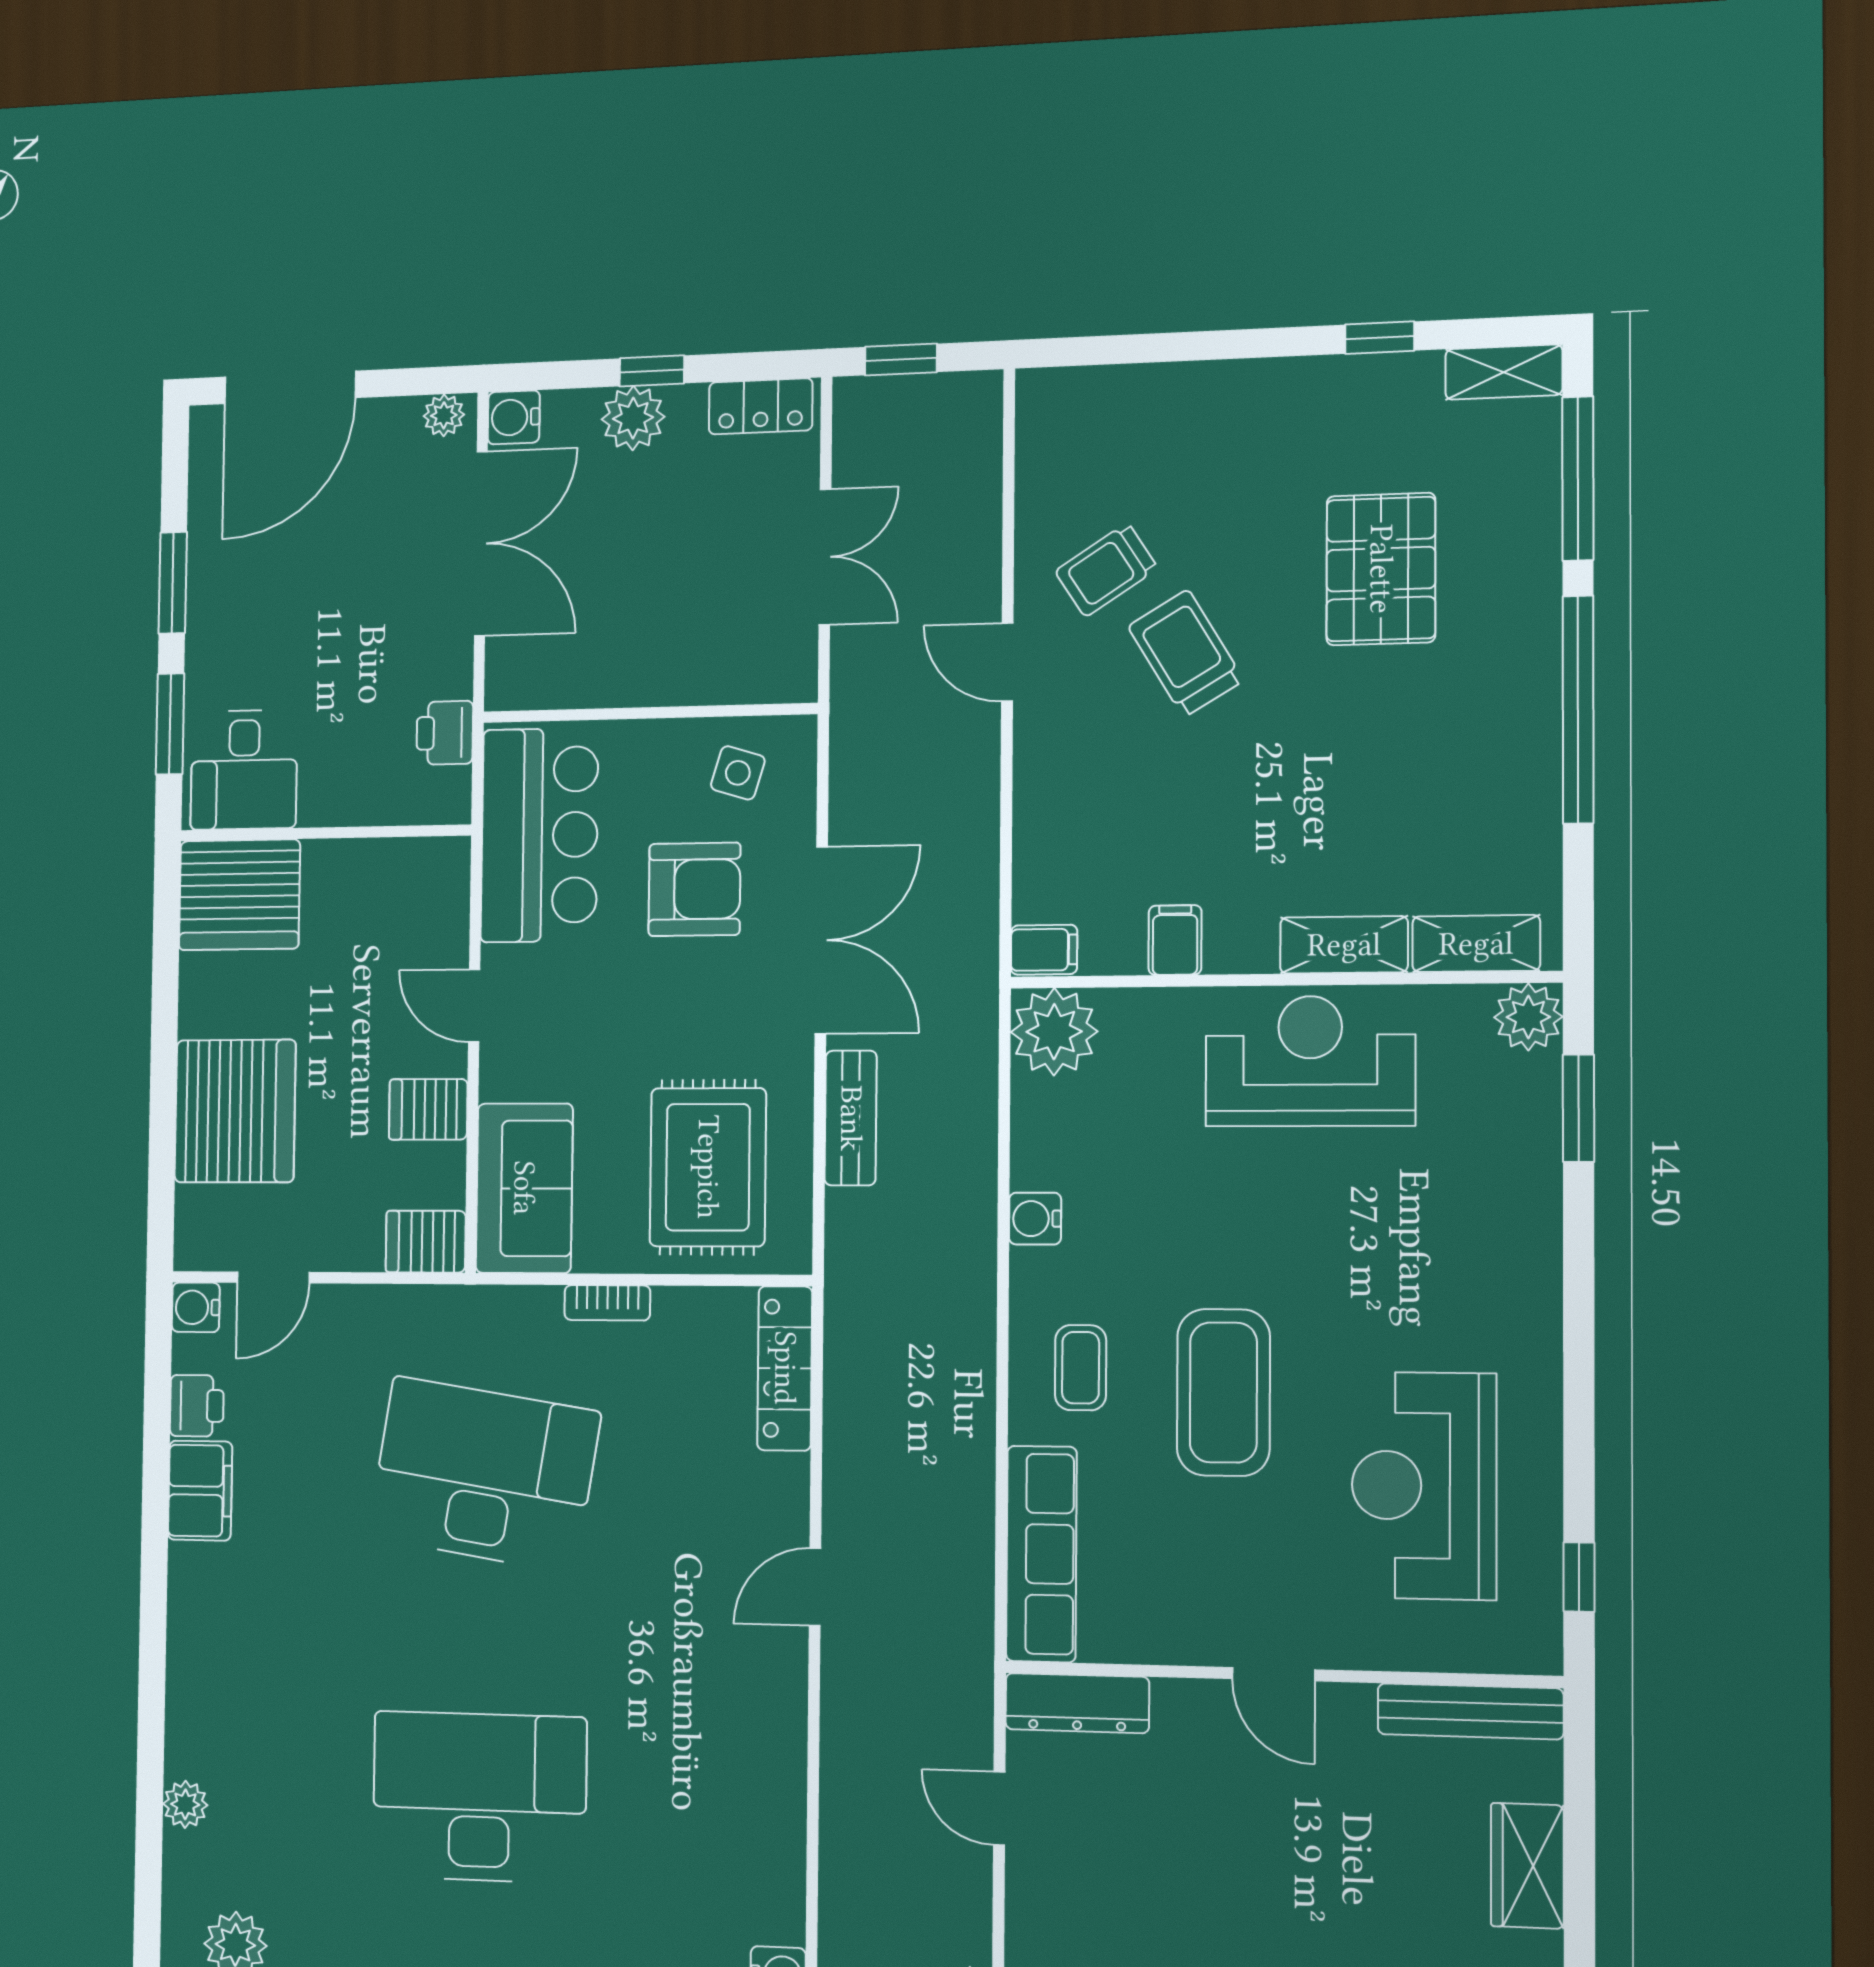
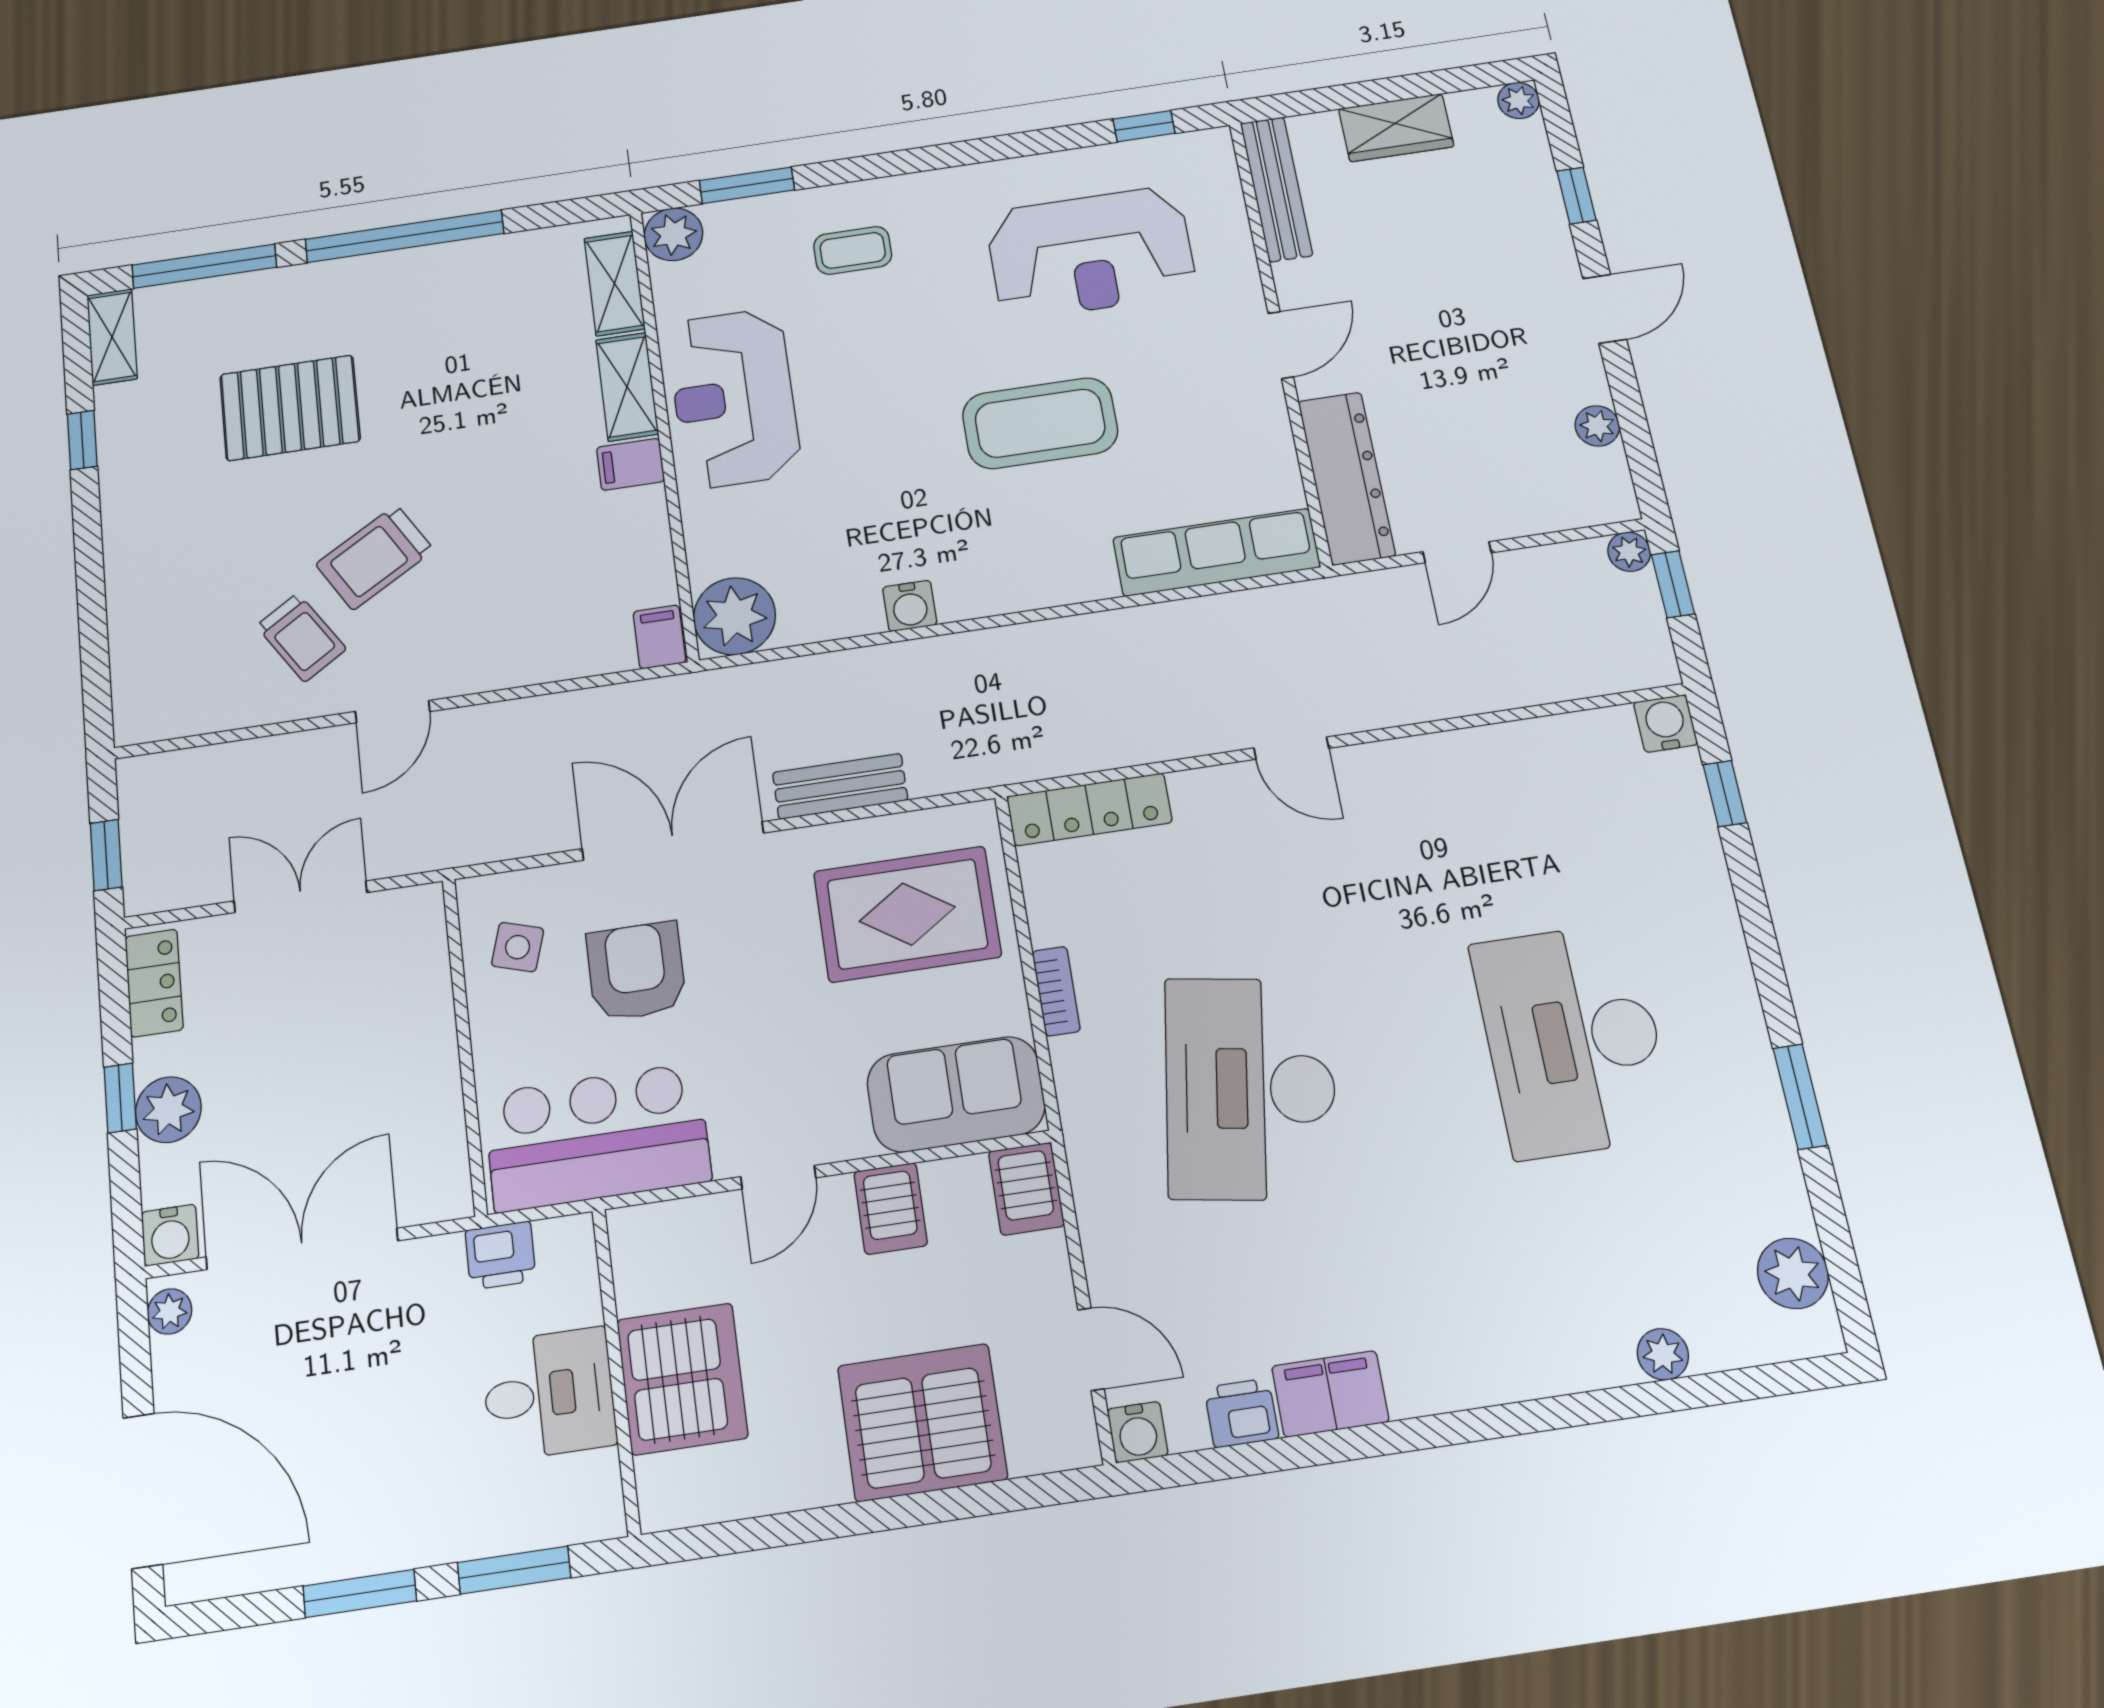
desk: (244, 770) -> (549, 1394), moved
server rack: (239, 895) -> (682, 1379), moved
filing cabinet: (1175, 940) -> (630, 464), moved
coffee table: (1081, 1368) -> (853, 250), moved
dresser: (1077, 1703) -> (1347, 478), width x1.37, depth x1.24

